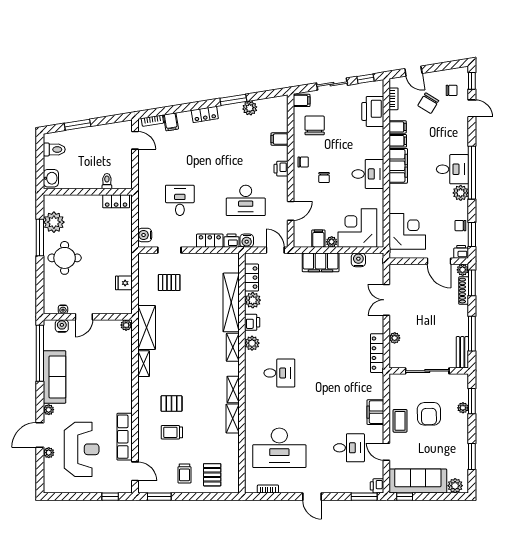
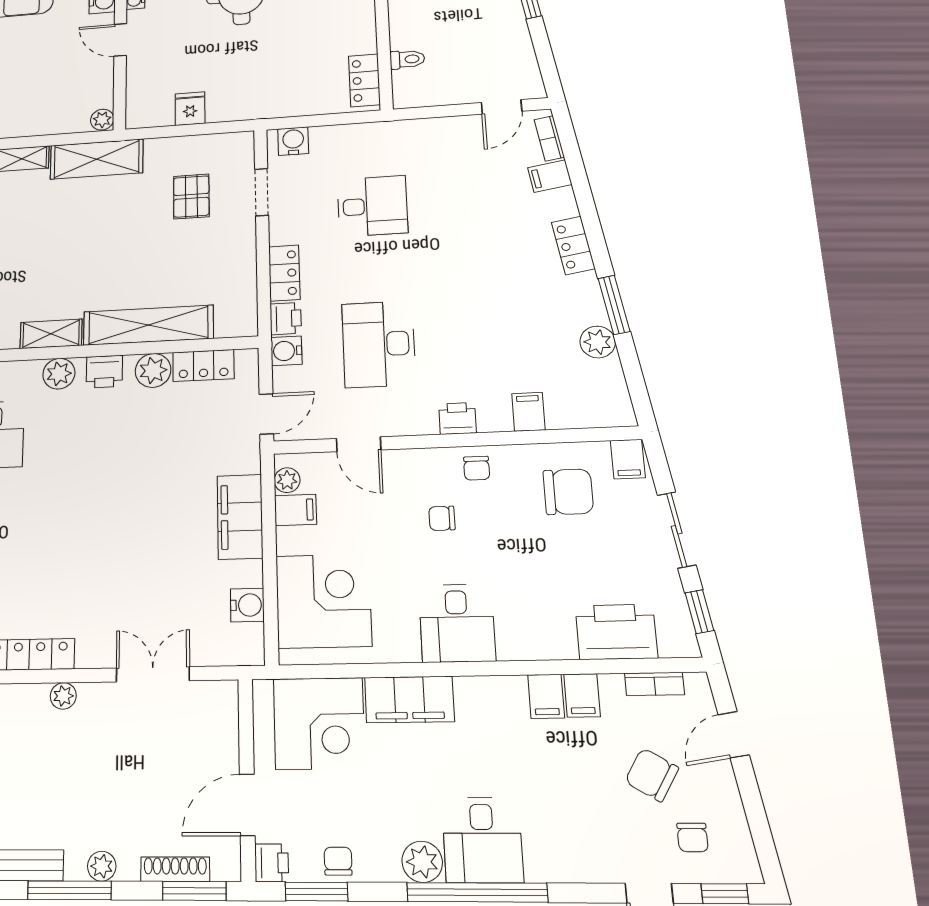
filing cabinet: (398, 166) -> (409, 700), moved
plant: (332, 242) -> (287, 480), moved
plant: (463, 270) -> (102, 866), moved

